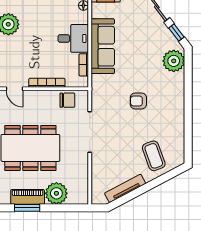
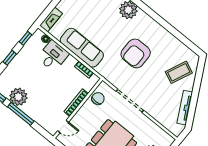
desk: (73, 38) -> (53, 56), moved
armchair: (138, 101) -> (136, 53), width x1.88, depth x1.88
coffee table: (154, 156) -> (179, 72), turned -46

